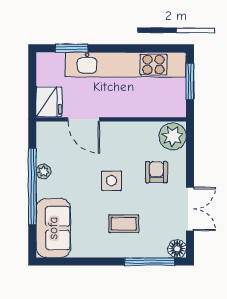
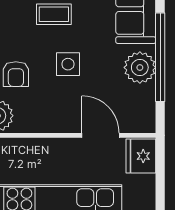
plant: (43, 171) -> (140, 67), width x1.88, depth x1.88

